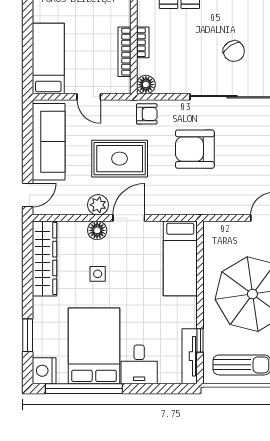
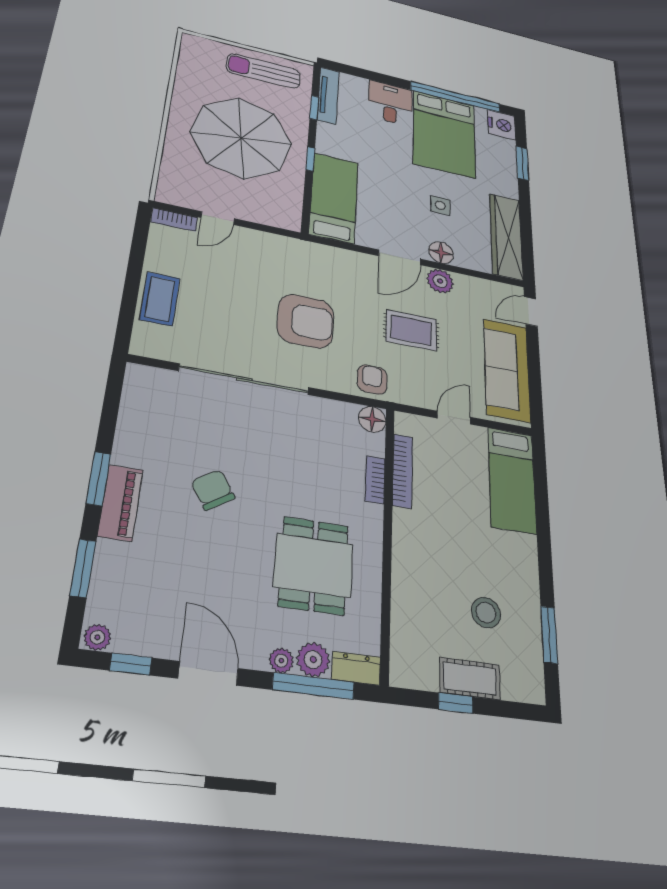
chair: (234, 51) -> (213, 490), moved
door: (89, 97) -> (454, 418), hinge flipped
armchair: (147, 114) -> (372, 380), turned 90
rug: (120, 159) -> (411, 330), width x0.73, depth x0.70
window: (200, 289) -> (310, 159), added

